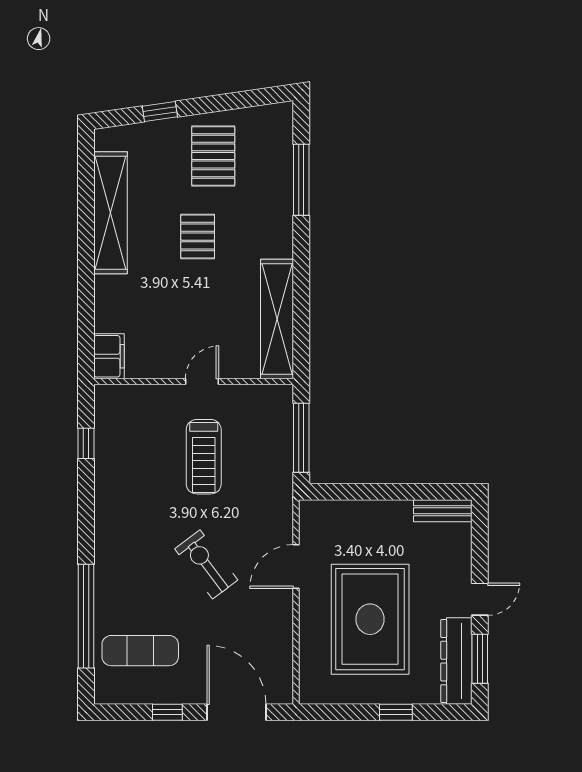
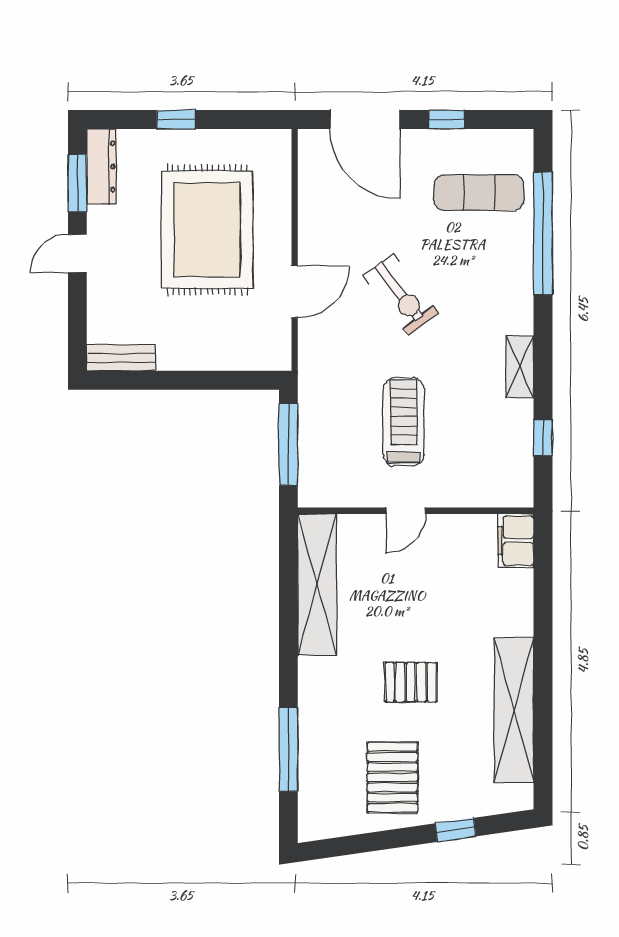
pallet: (198, 237) -> (411, 682), turned 90
shelving: (106, 503) -> (520, 367), added
dresser: (456, 661) -> (101, 166), width x0.73, depth x0.80

